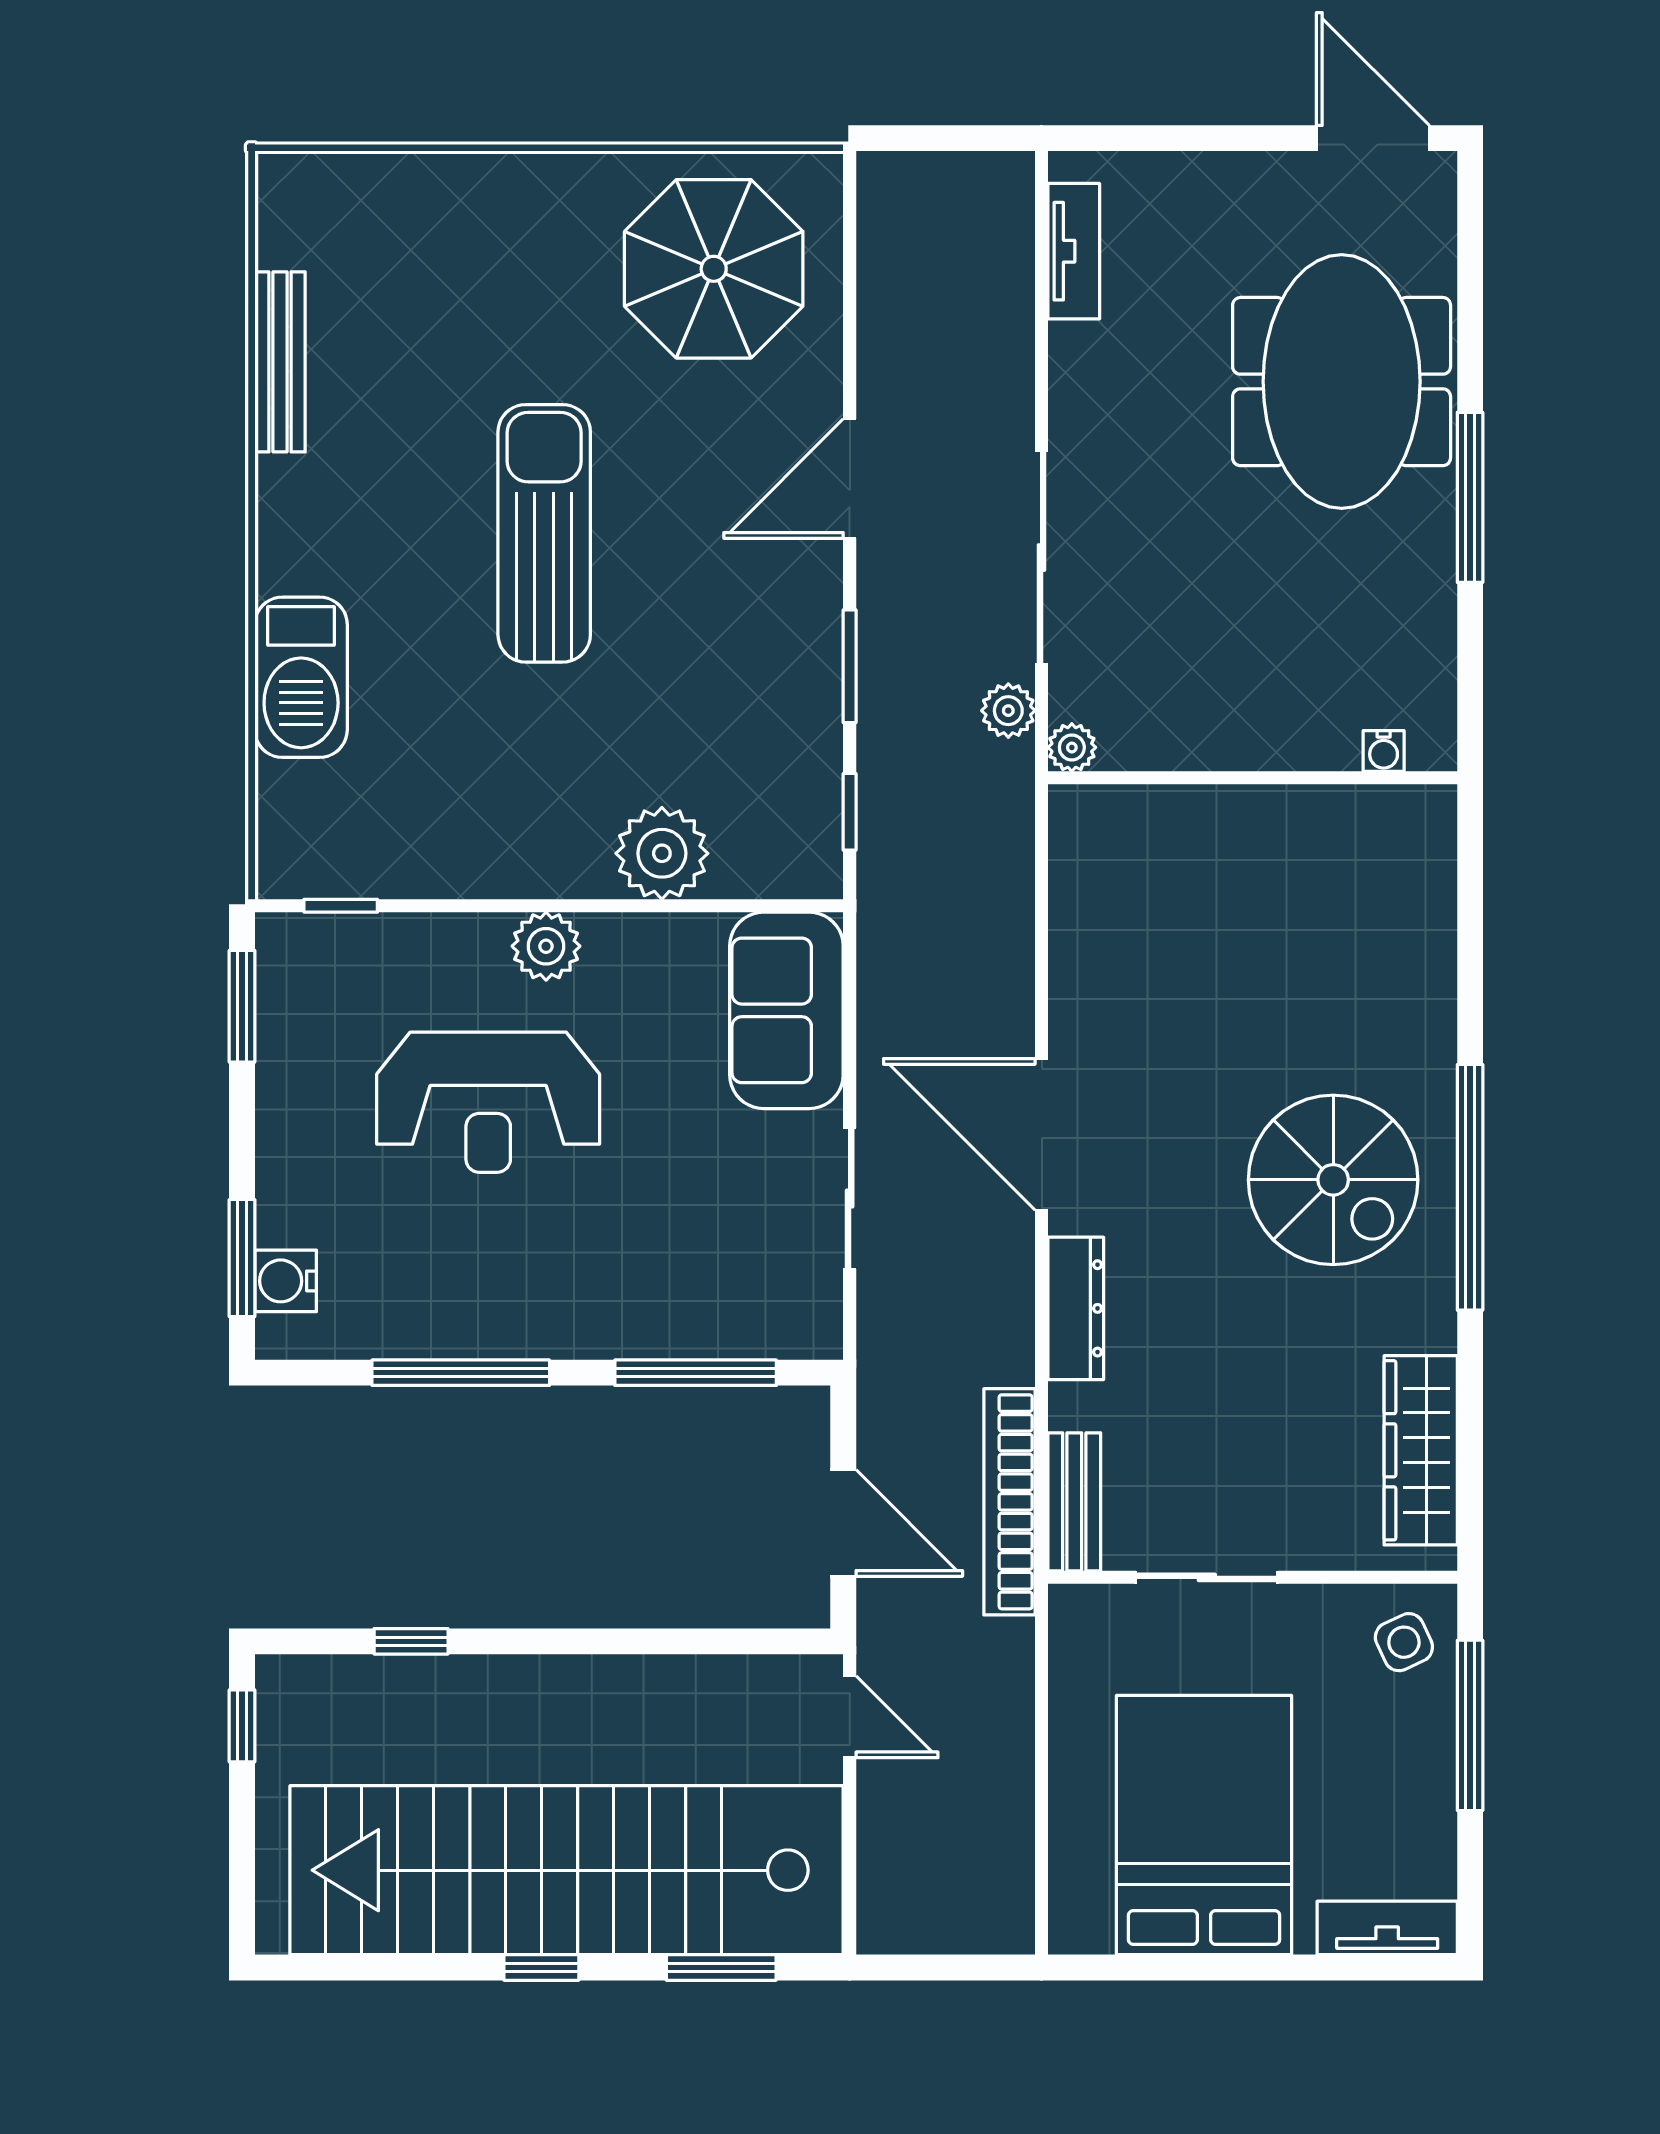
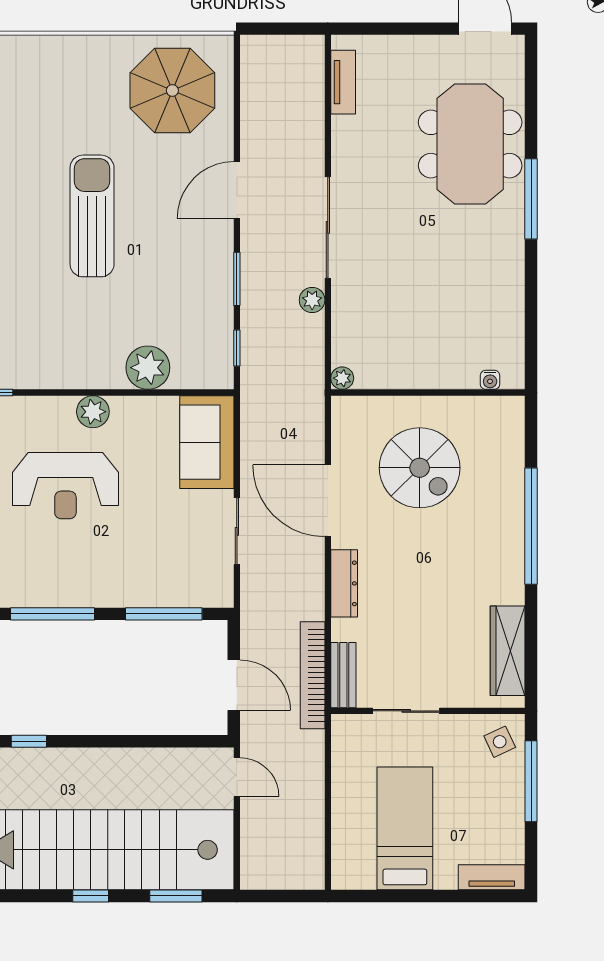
plant: (1072, 747) -> (342, 378), moved
water cooler: (1384, 751) -> (490, 380), moved
wall: (1253, 778) -> (428, 393), moved
spiral stairs: (1333, 1180) -> (420, 468), moved
bed: (1204, 1825) -> (405, 828), width x0.67

